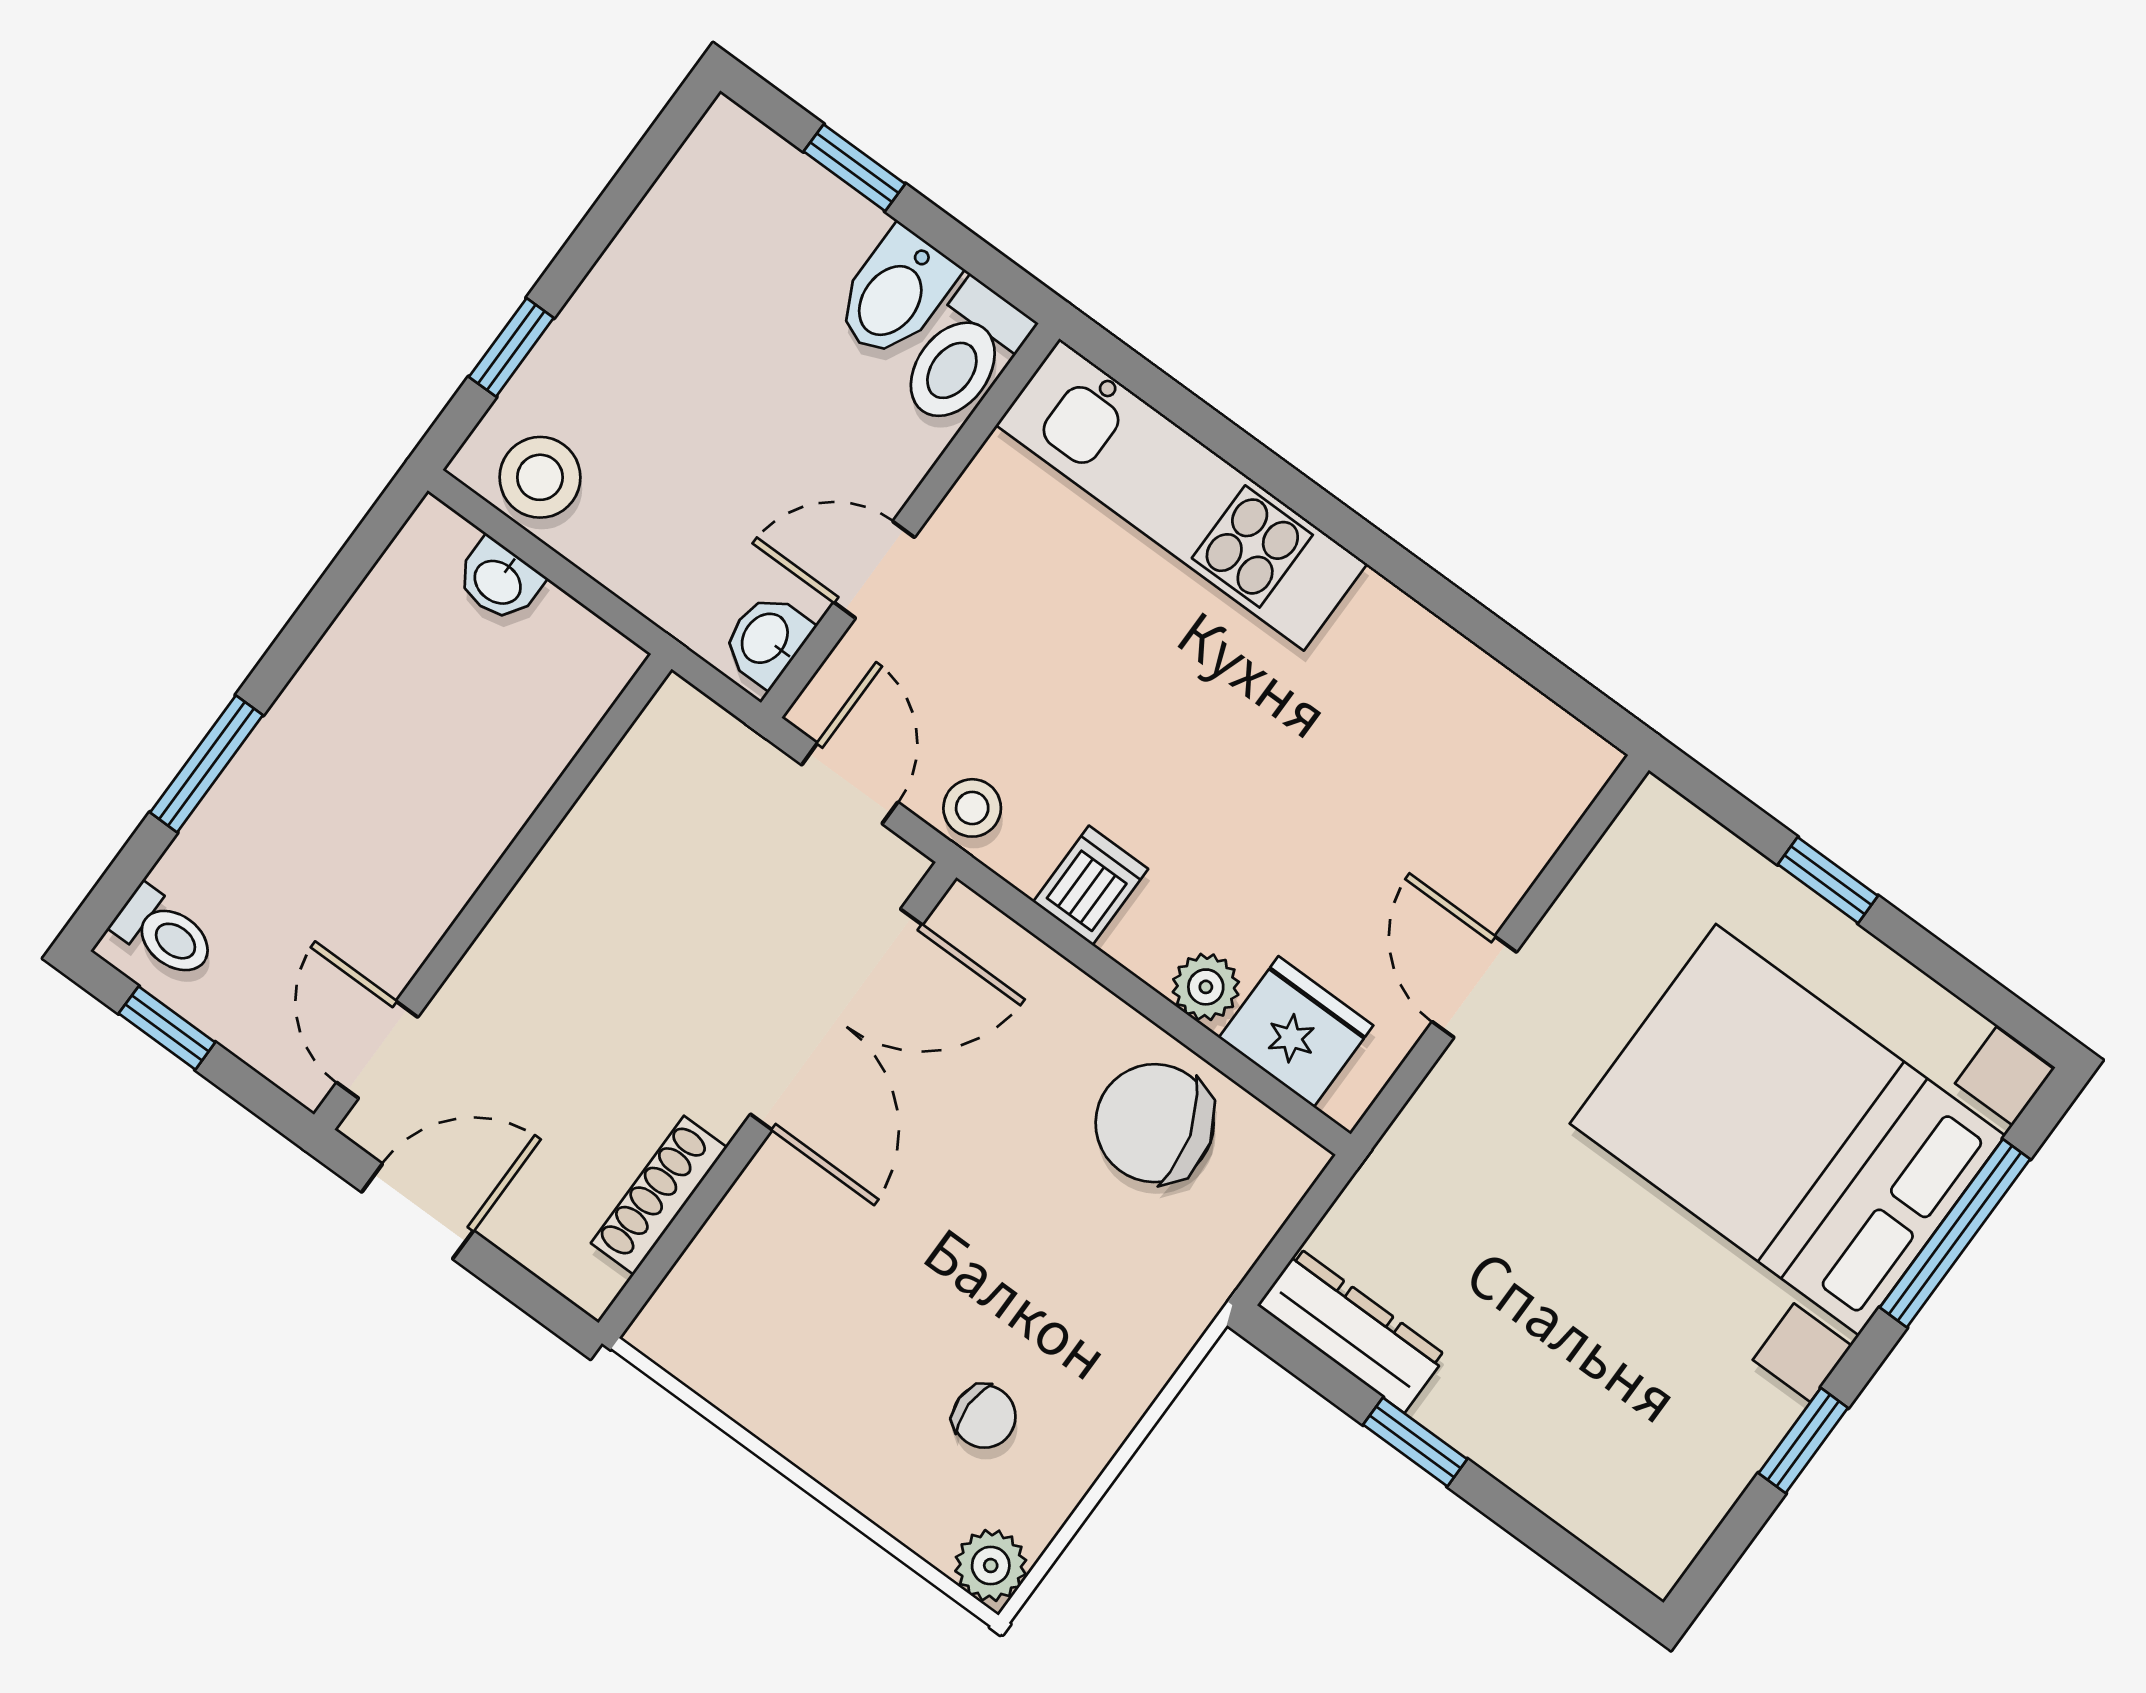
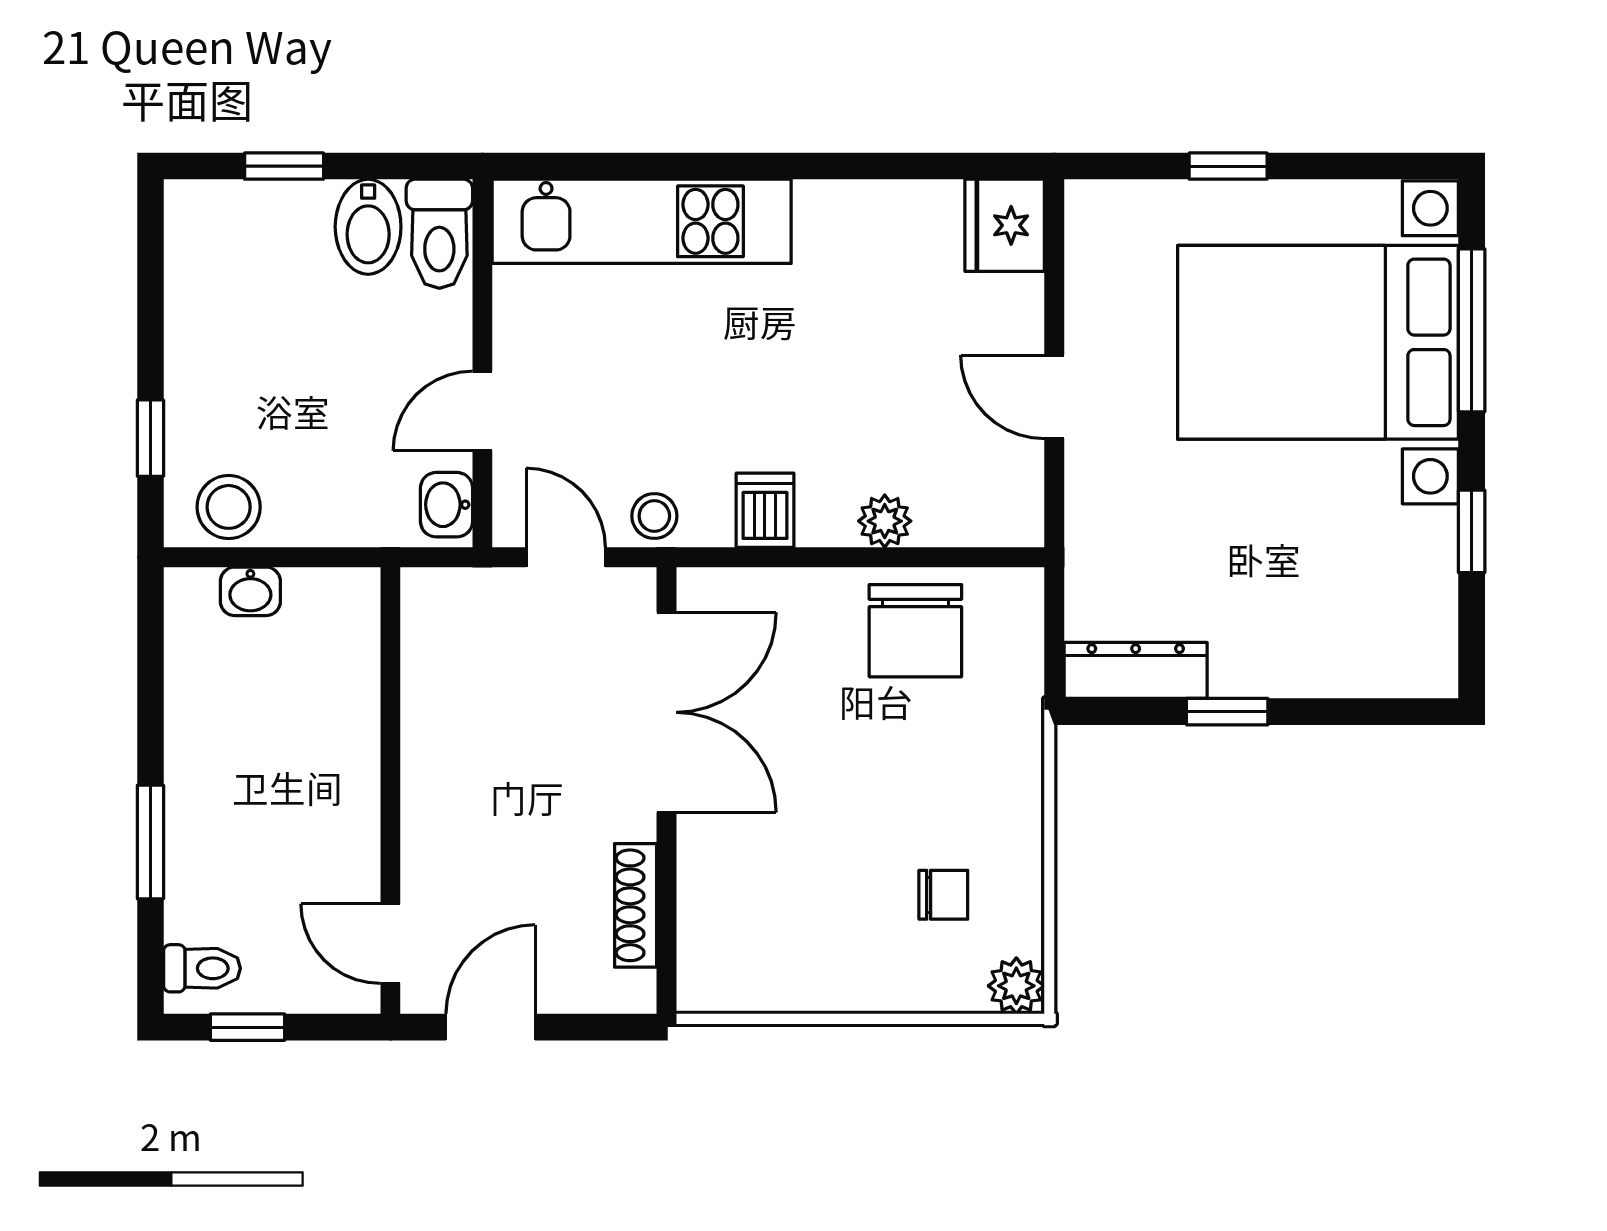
fridge: (1296, 1032) -> (1005, 225), moved, turned -90
chair: (1155, 1123) -> (915, 631), turned -73

